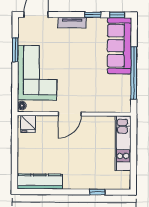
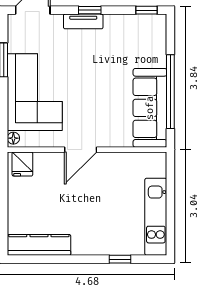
window: (93, 15) -> (90, 10), moved
sofa: (119, 46) -> (150, 108), moved
kitchen unit: (123, 143) -> (156, 217), moved

